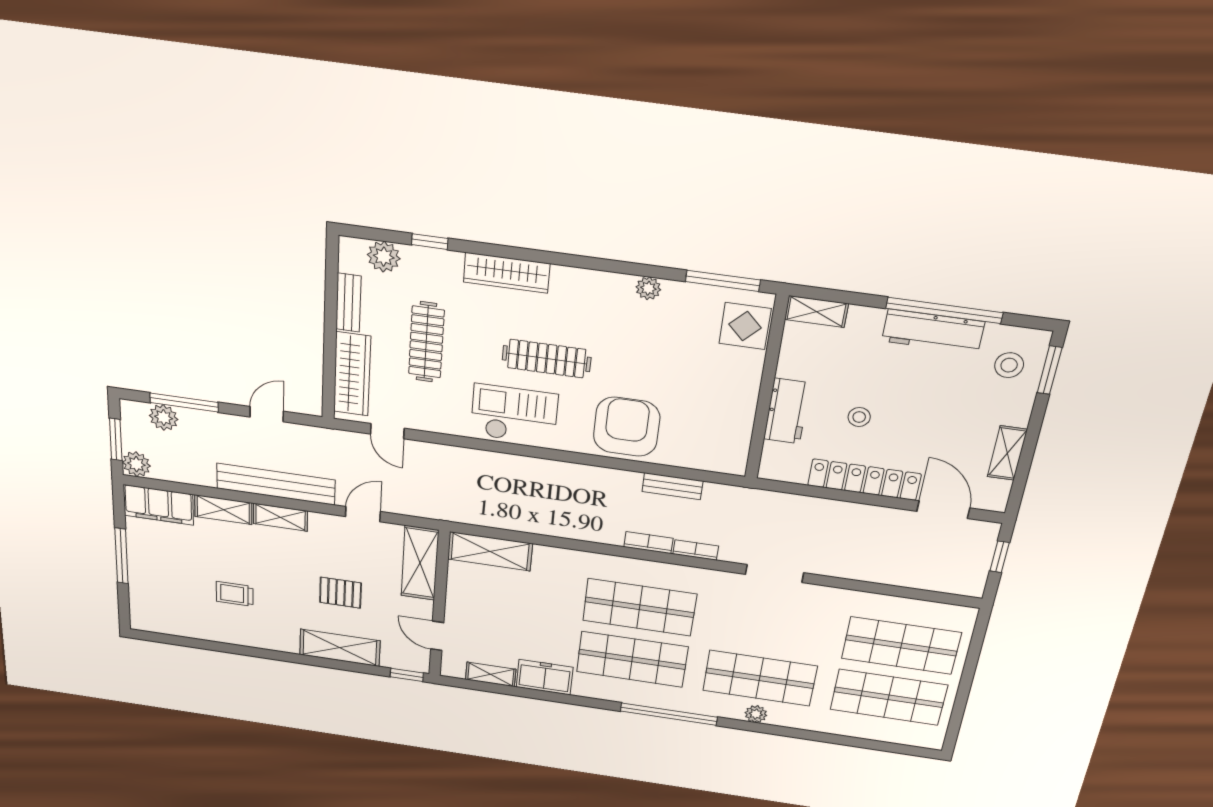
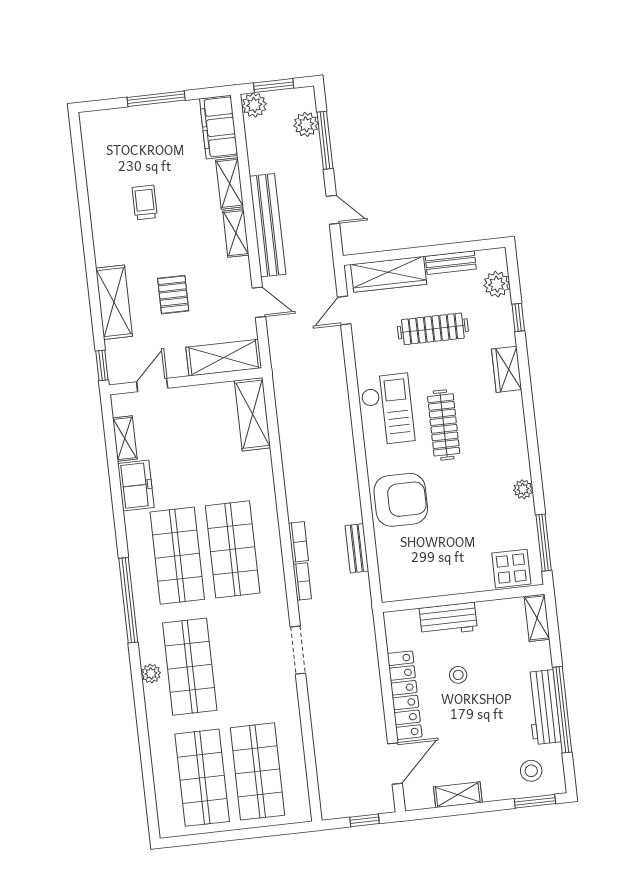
wardrobe: (507, 273) -> (507, 369), width x0.67

